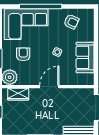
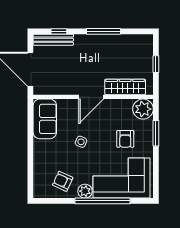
plant: (54, 14) -> (85, 191), added
sofa: (85, 57) -> (45, 119), moved
wardrobe: (18, 94) -> (125, 87), width x1.50

